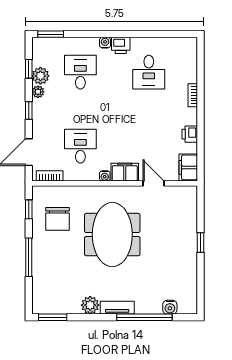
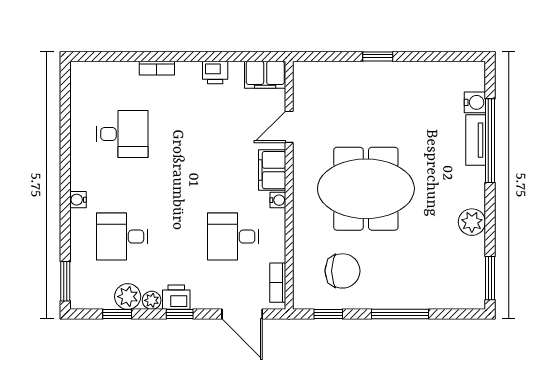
printer: (121, 45) -> (176, 297), moved, turned -90
tv unit: (117, 308) -> (476, 140), moved

